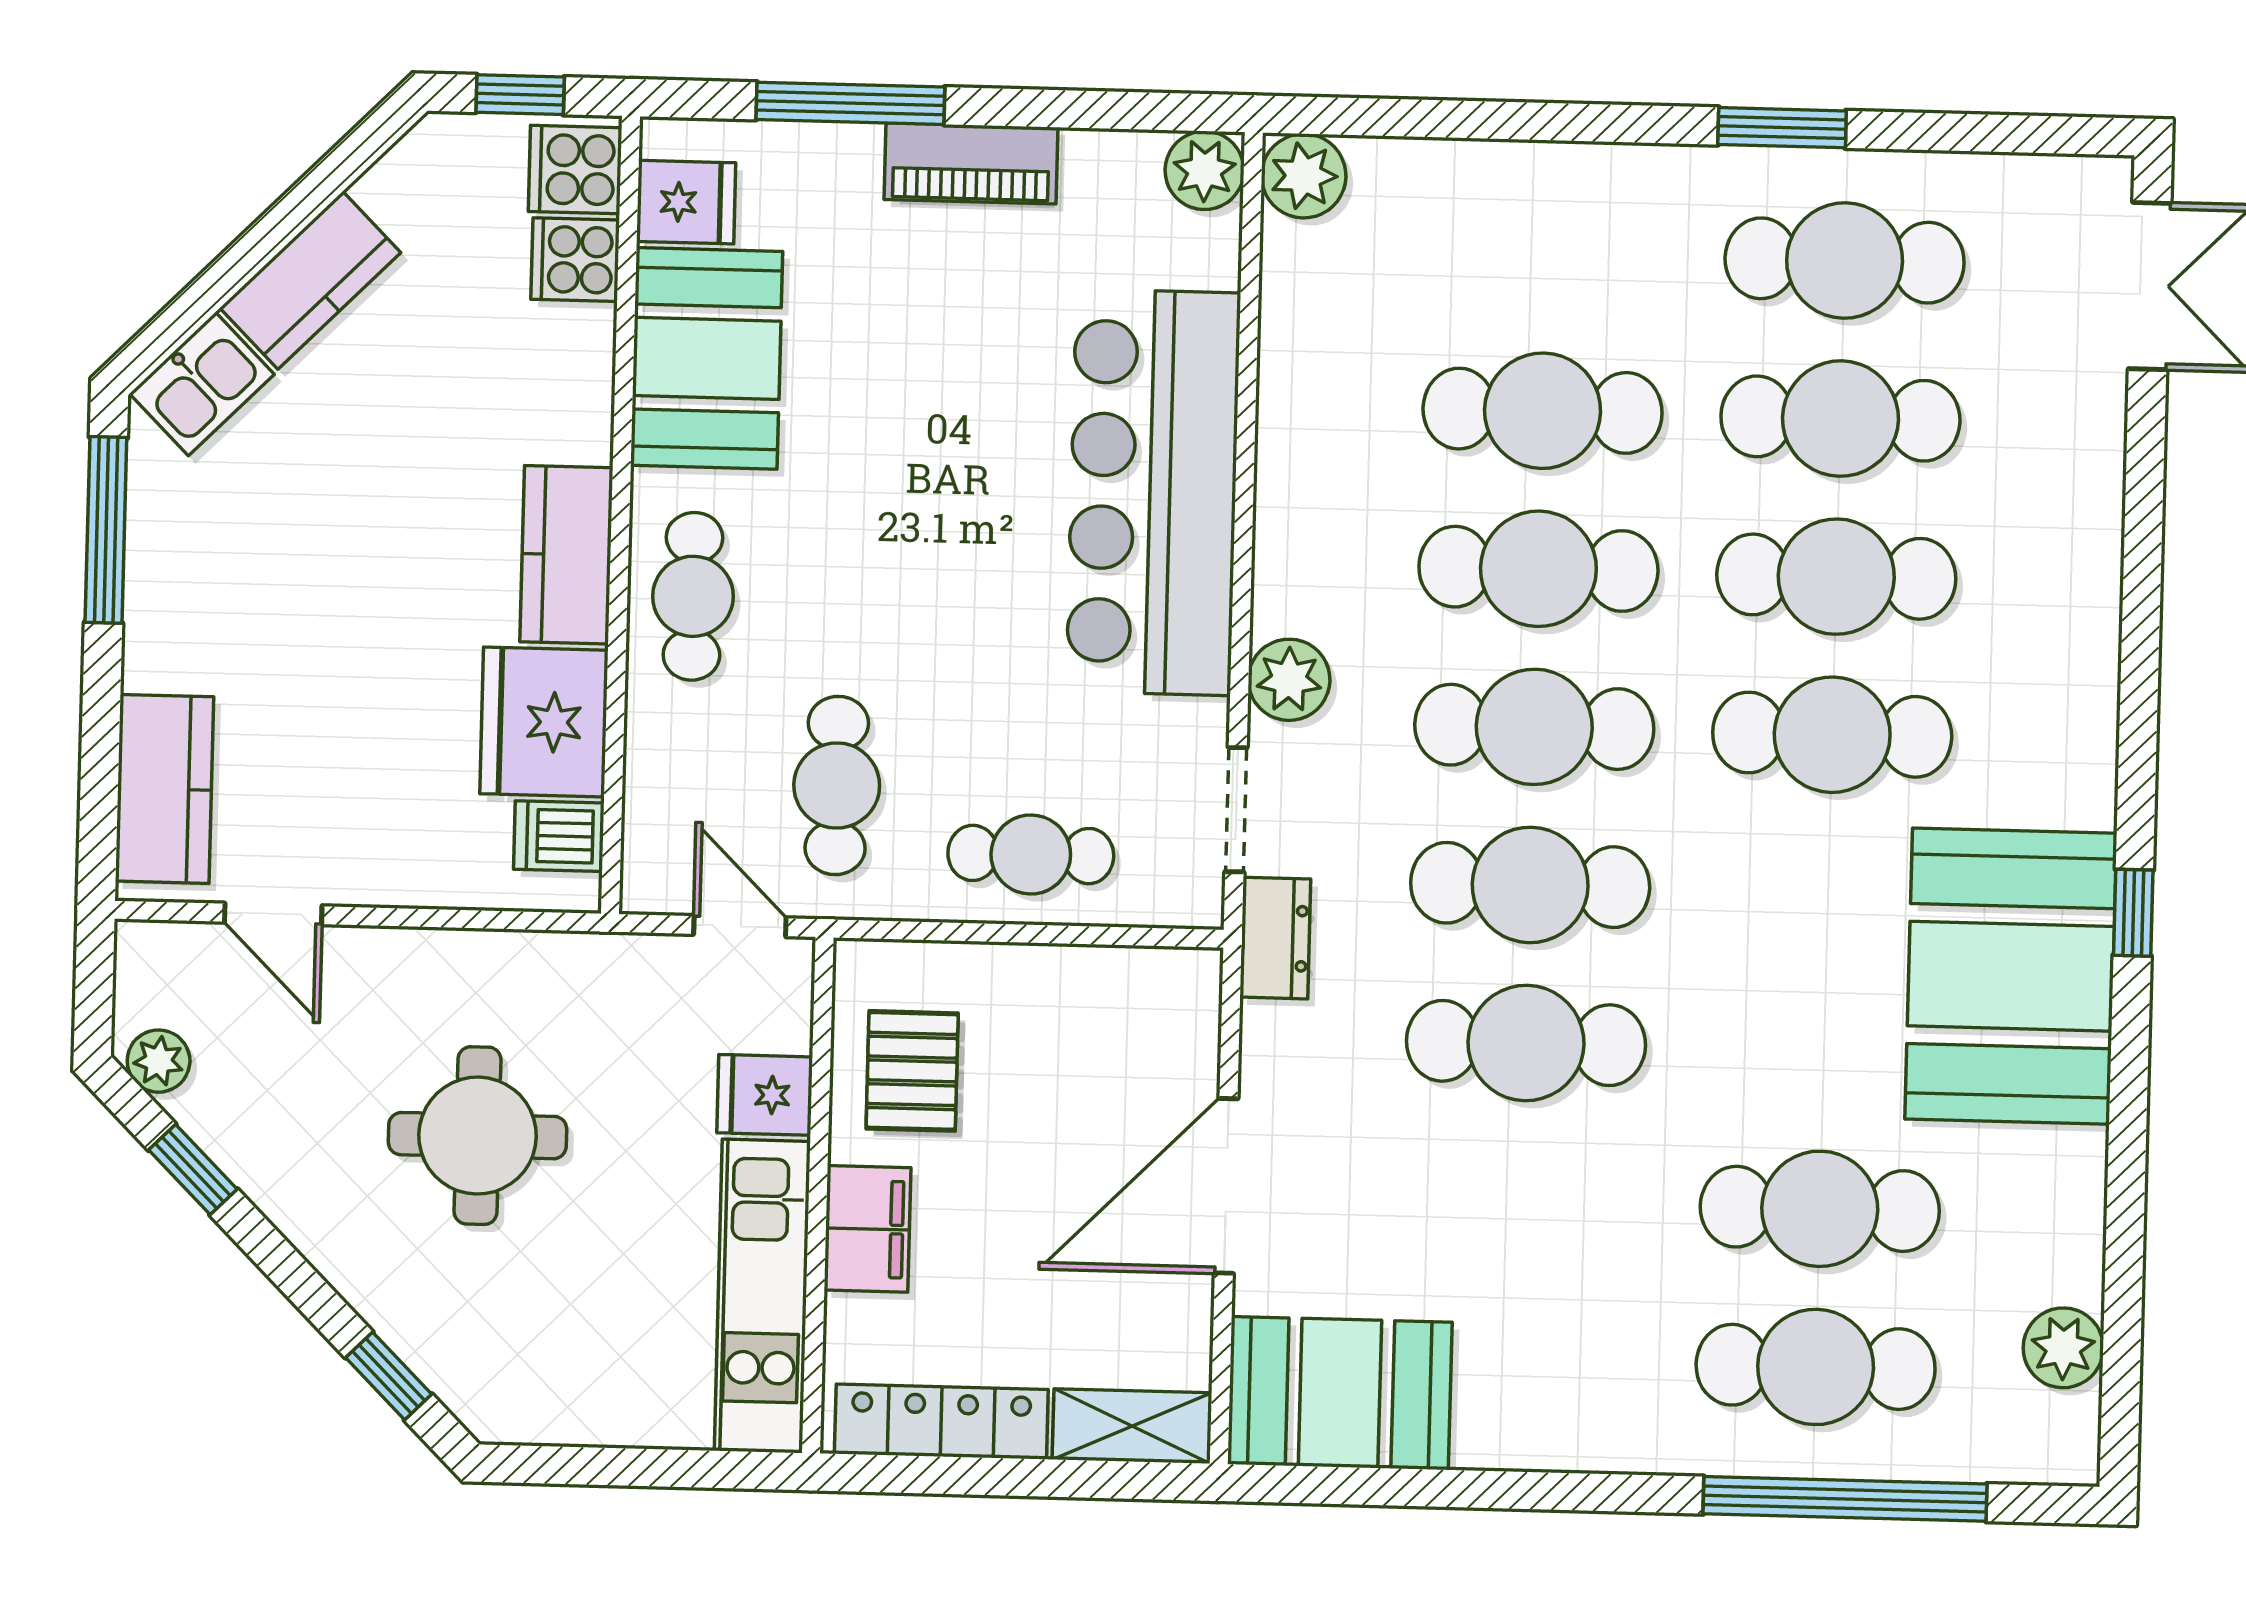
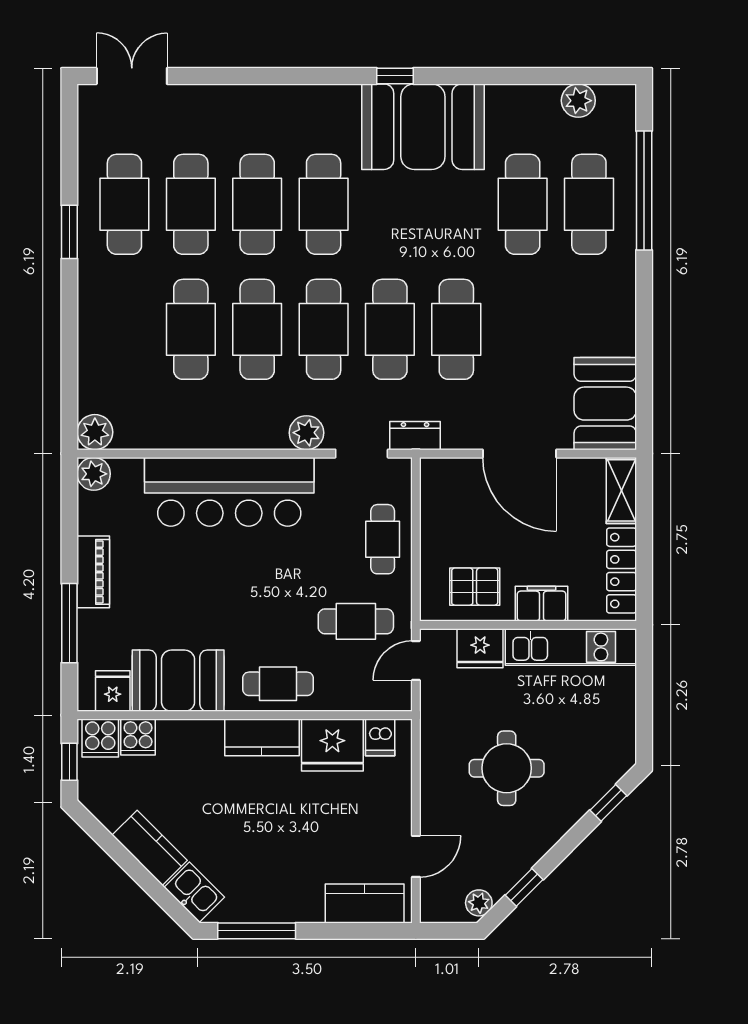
fridge: (765, 1095) -> (480, 648), width x1.38

